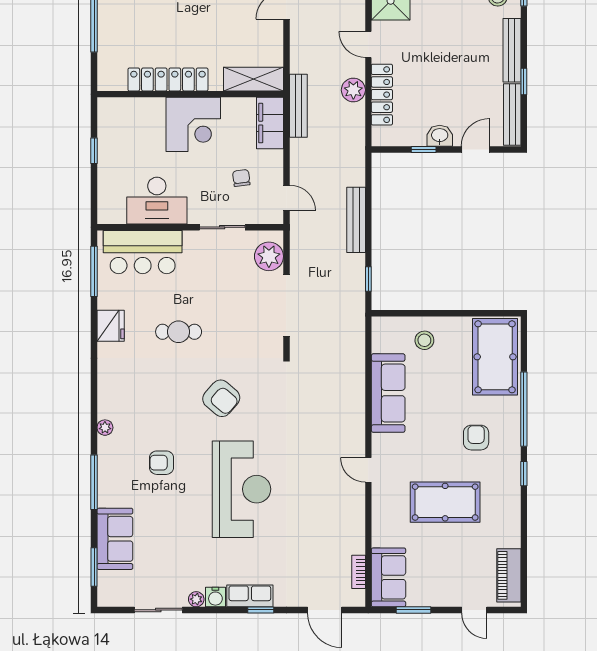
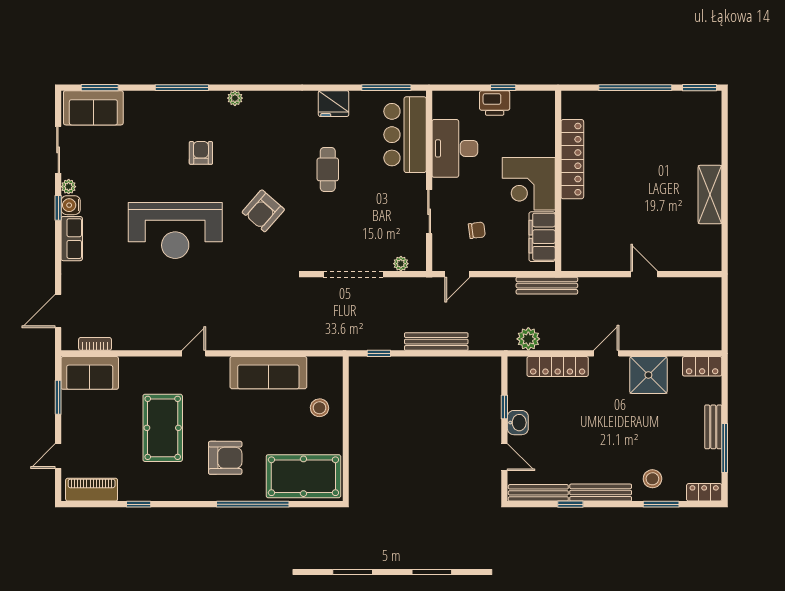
shelving: (254, 79) -> (573, 242), removed
plant: (353, 90) -> (528, 339), moved
filing cabinet: (270, 123) -> (542, 237), moved, turned -90
printer: (110, 160) -> (495, 103), added
plant: (269, 256) -> (401, 264), width x0.53, depth x0.53
armchair: (476, 438) -> (225, 458), width x1.38, depth x1.38
window: (524, 474) -> (139, 504), moved
sofa: (115, 539) -> (93, 108), moved
window: (261, 610) -> (58, 208), moved

